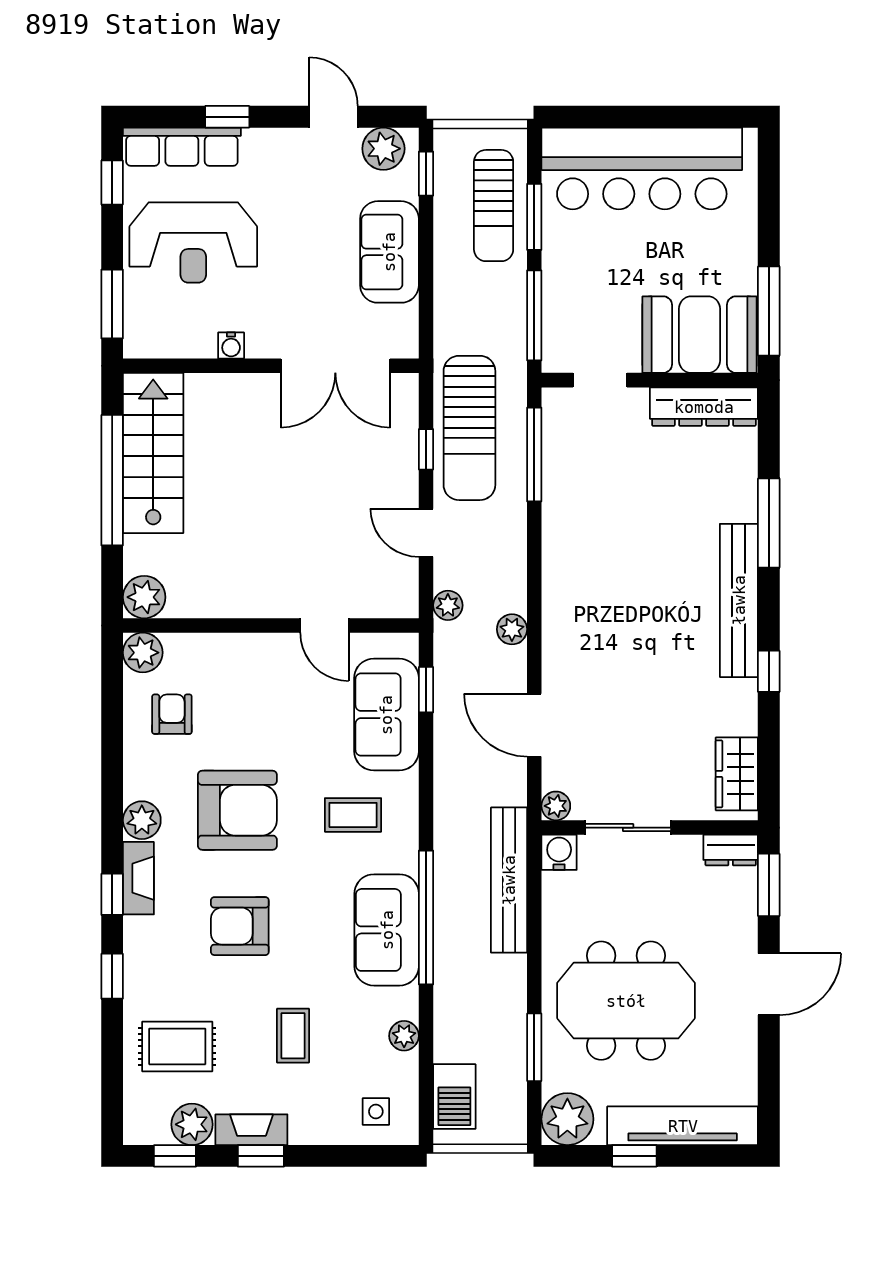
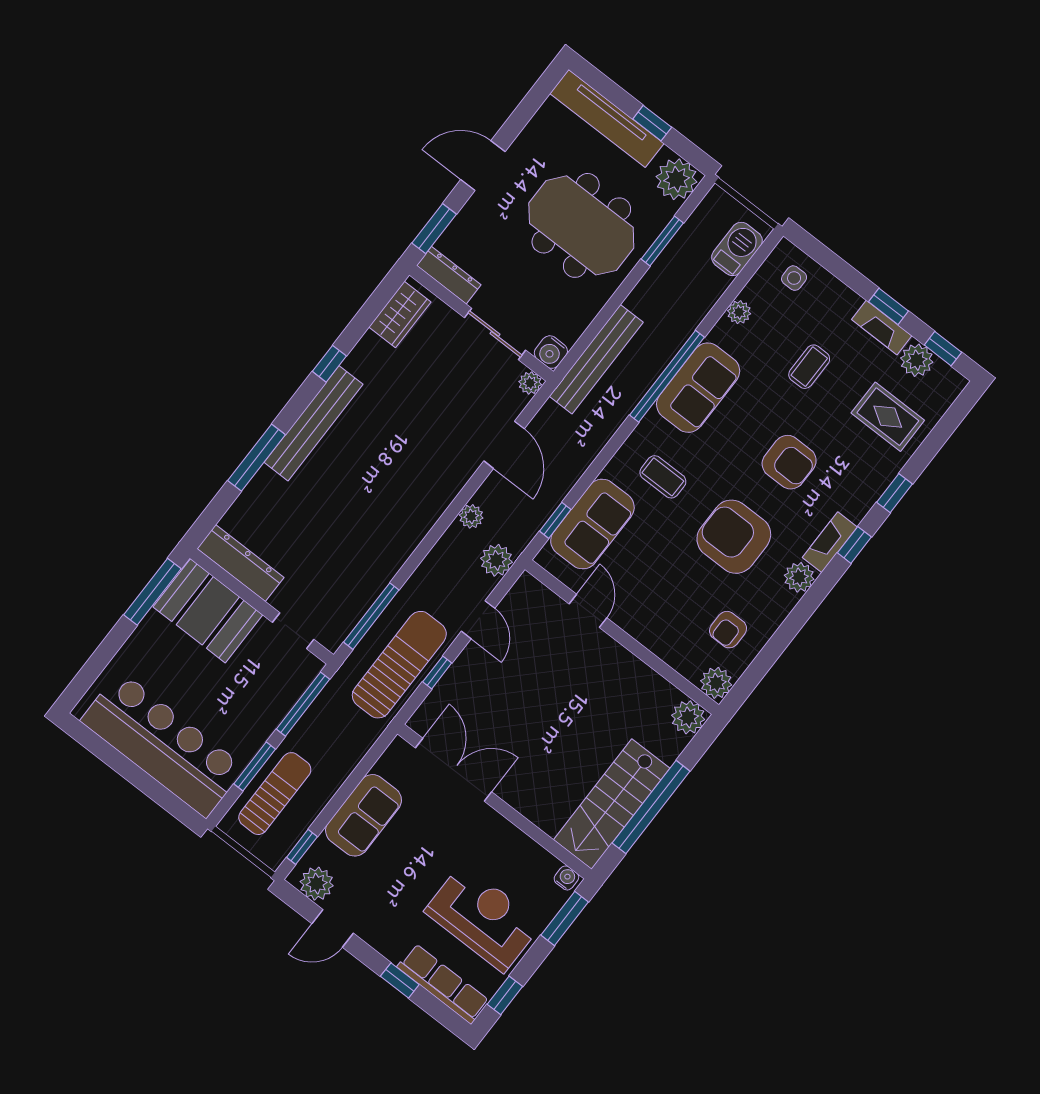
door: (333, 117) -> (333, 928), hinge flipped
water cooler: (231, 345) -> (566, 878), moved
plant: (448, 605) -> (496, 560), width x1.38, depth x1.38
dresser: (731, 850) -> (449, 275), width x1.44

